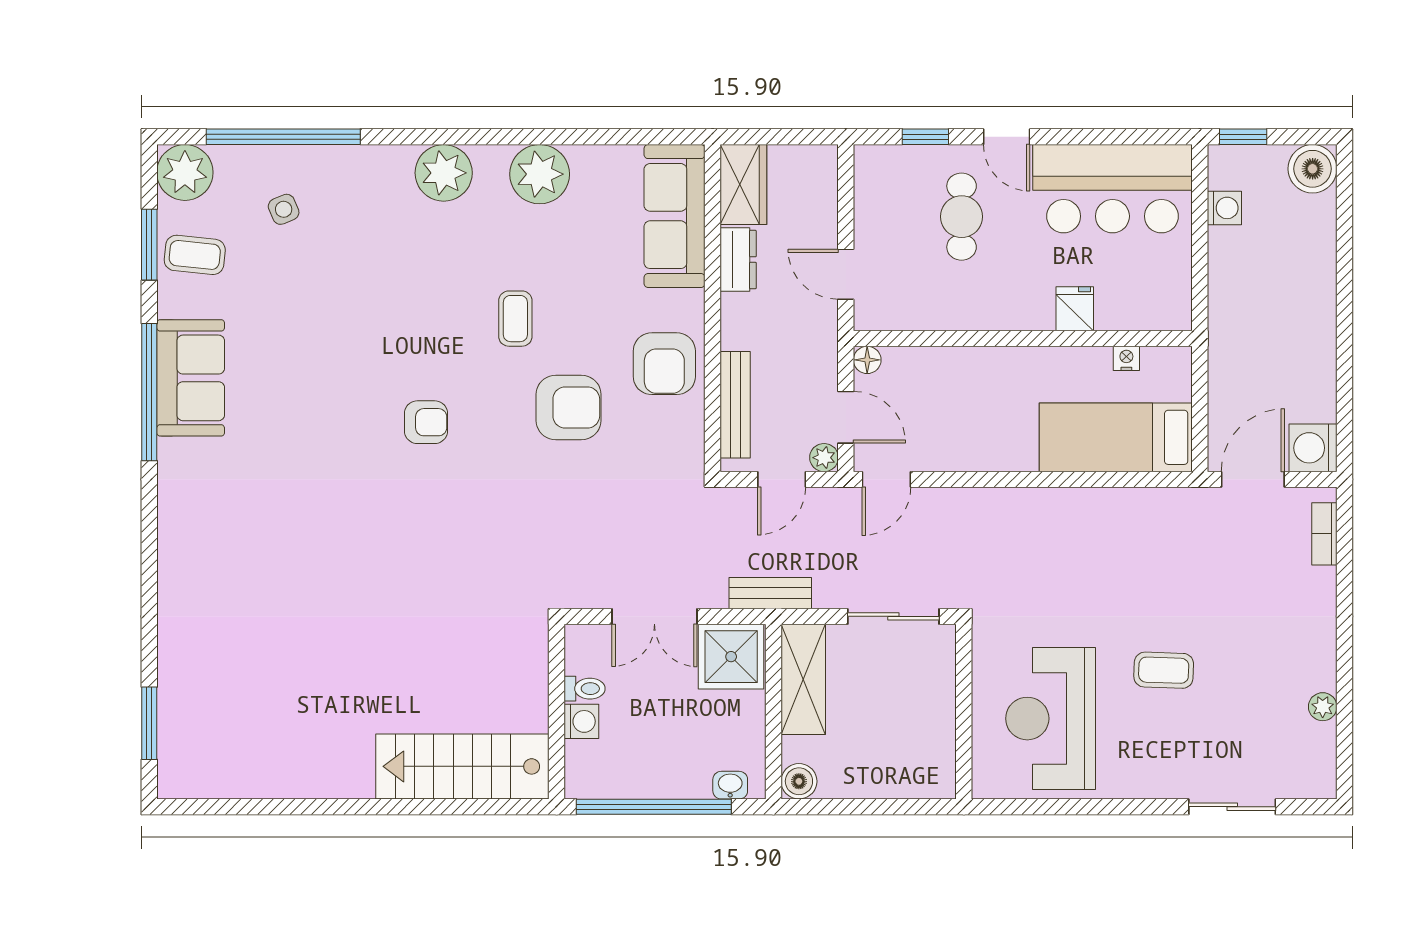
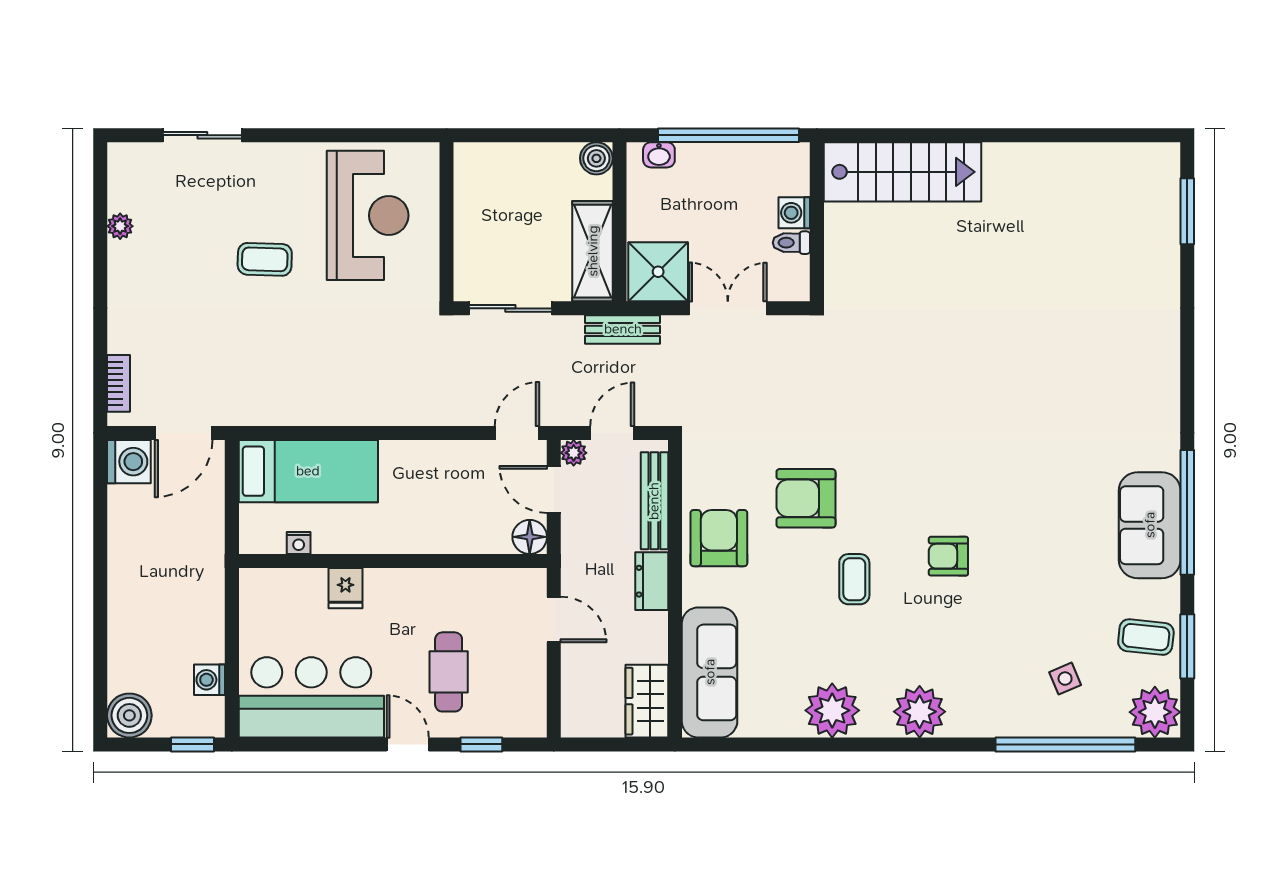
dresser: (738, 260) -> (652, 581), moved
floor lamp: (867, 360) -> (530, 537), width x1.37, depth x1.37
armchair: (426, 422) -> (948, 556), moved

